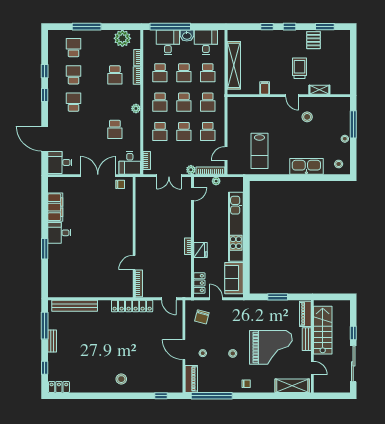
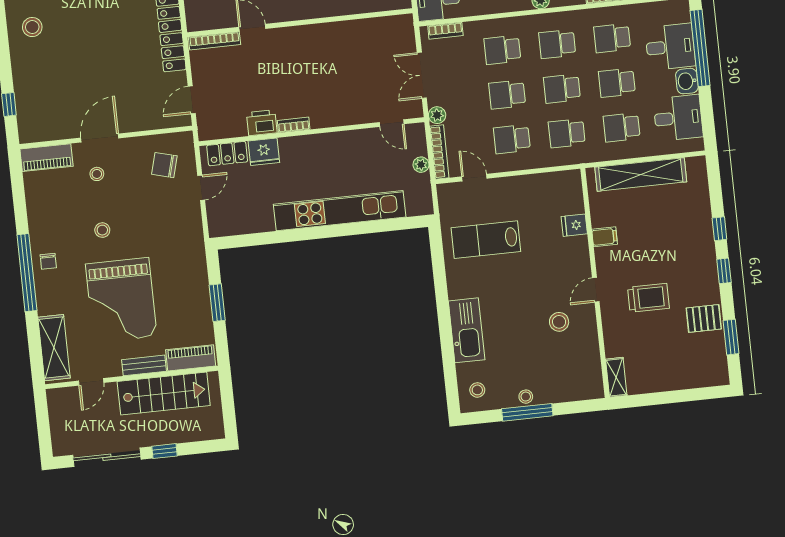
shelving: (319, 90) -> (616, 377), moved
fridge: (257, 103) -> (574, 225), added
window: (353, 124) -> (527, 412), moved
fridge: (200, 250) -> (264, 152), moved
printer: (185, 263) -> (262, 123), added
sofa: (234, 278) -> (243, 217), removed
window: (212, 396) -> (27, 273), moved

